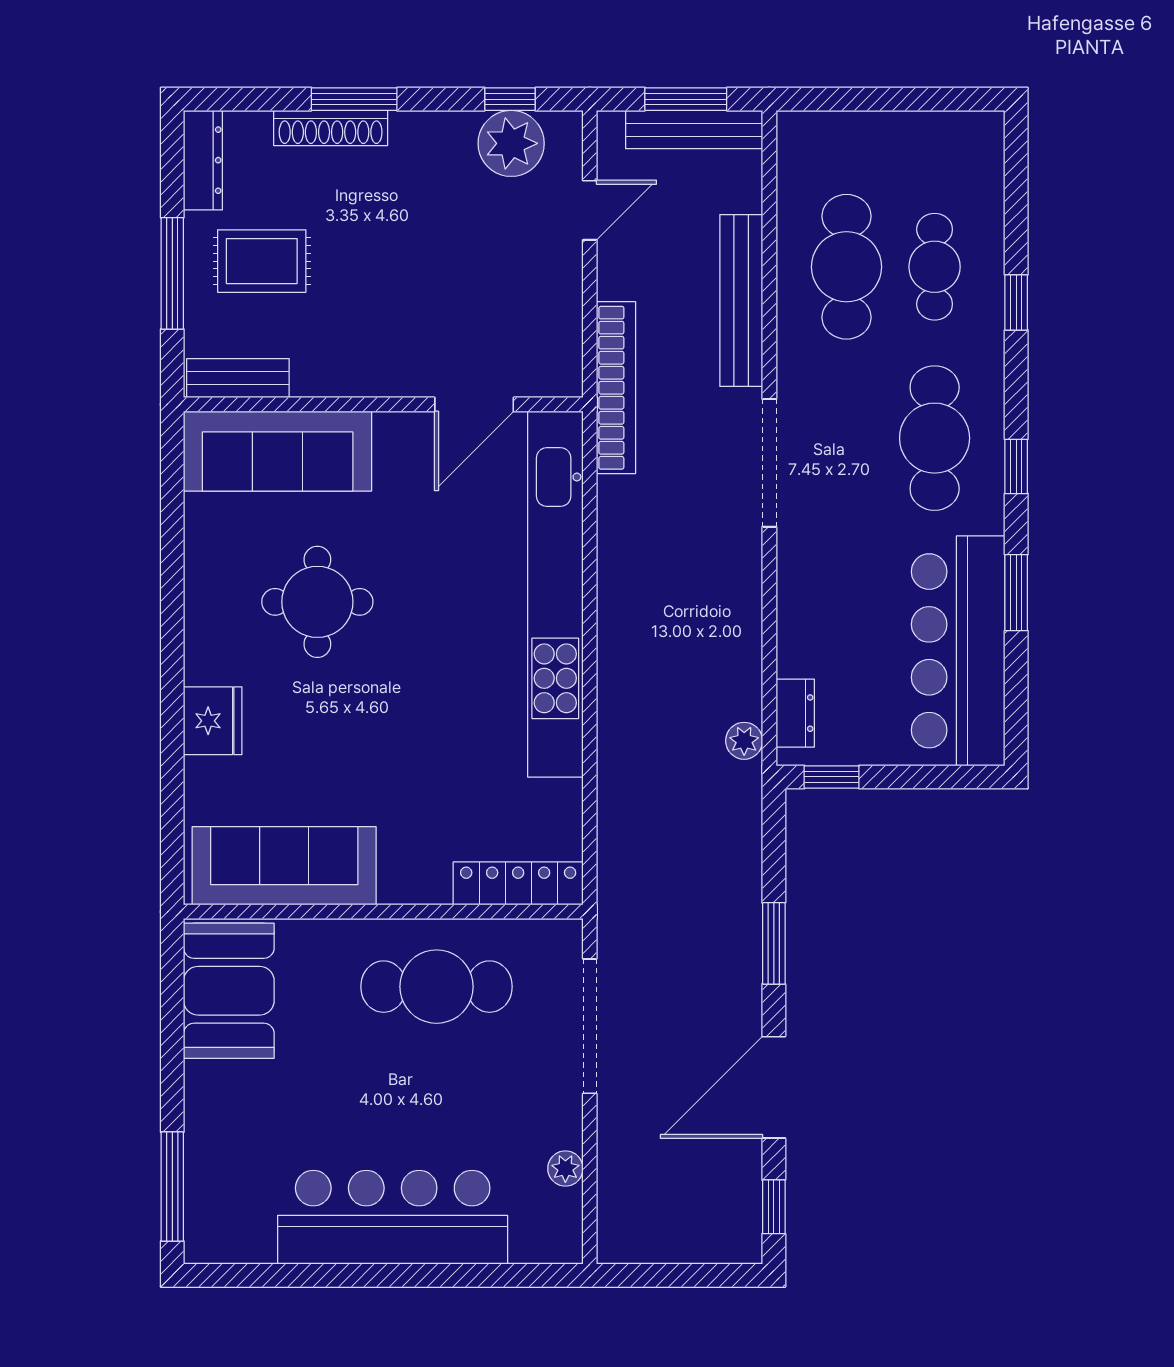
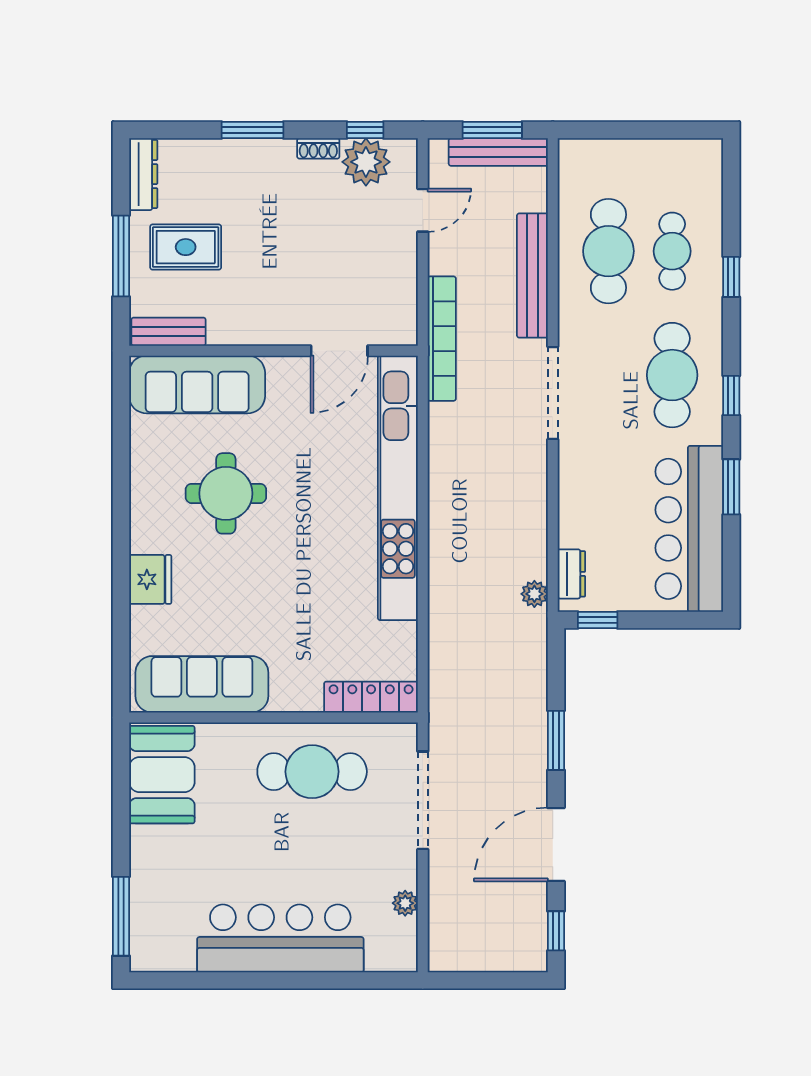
shoe rack: (331, 128) -> (318, 148), moved, width x0.51, depth x0.81

